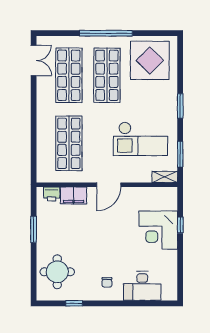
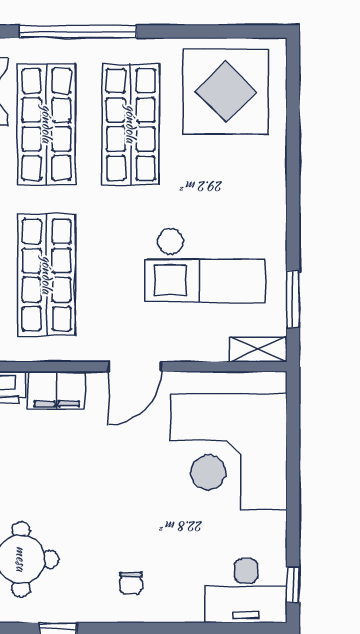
window: (106, 33) -> (78, 31), moved
window: (180, 106) -> (293, 192), removed
window: (180, 225) -> (293, 585), moved
corner desk: (158, 230) -> (229, 452), width x1.36, depth x1.36
desk: (142, 286) -> (246, 591), moved

